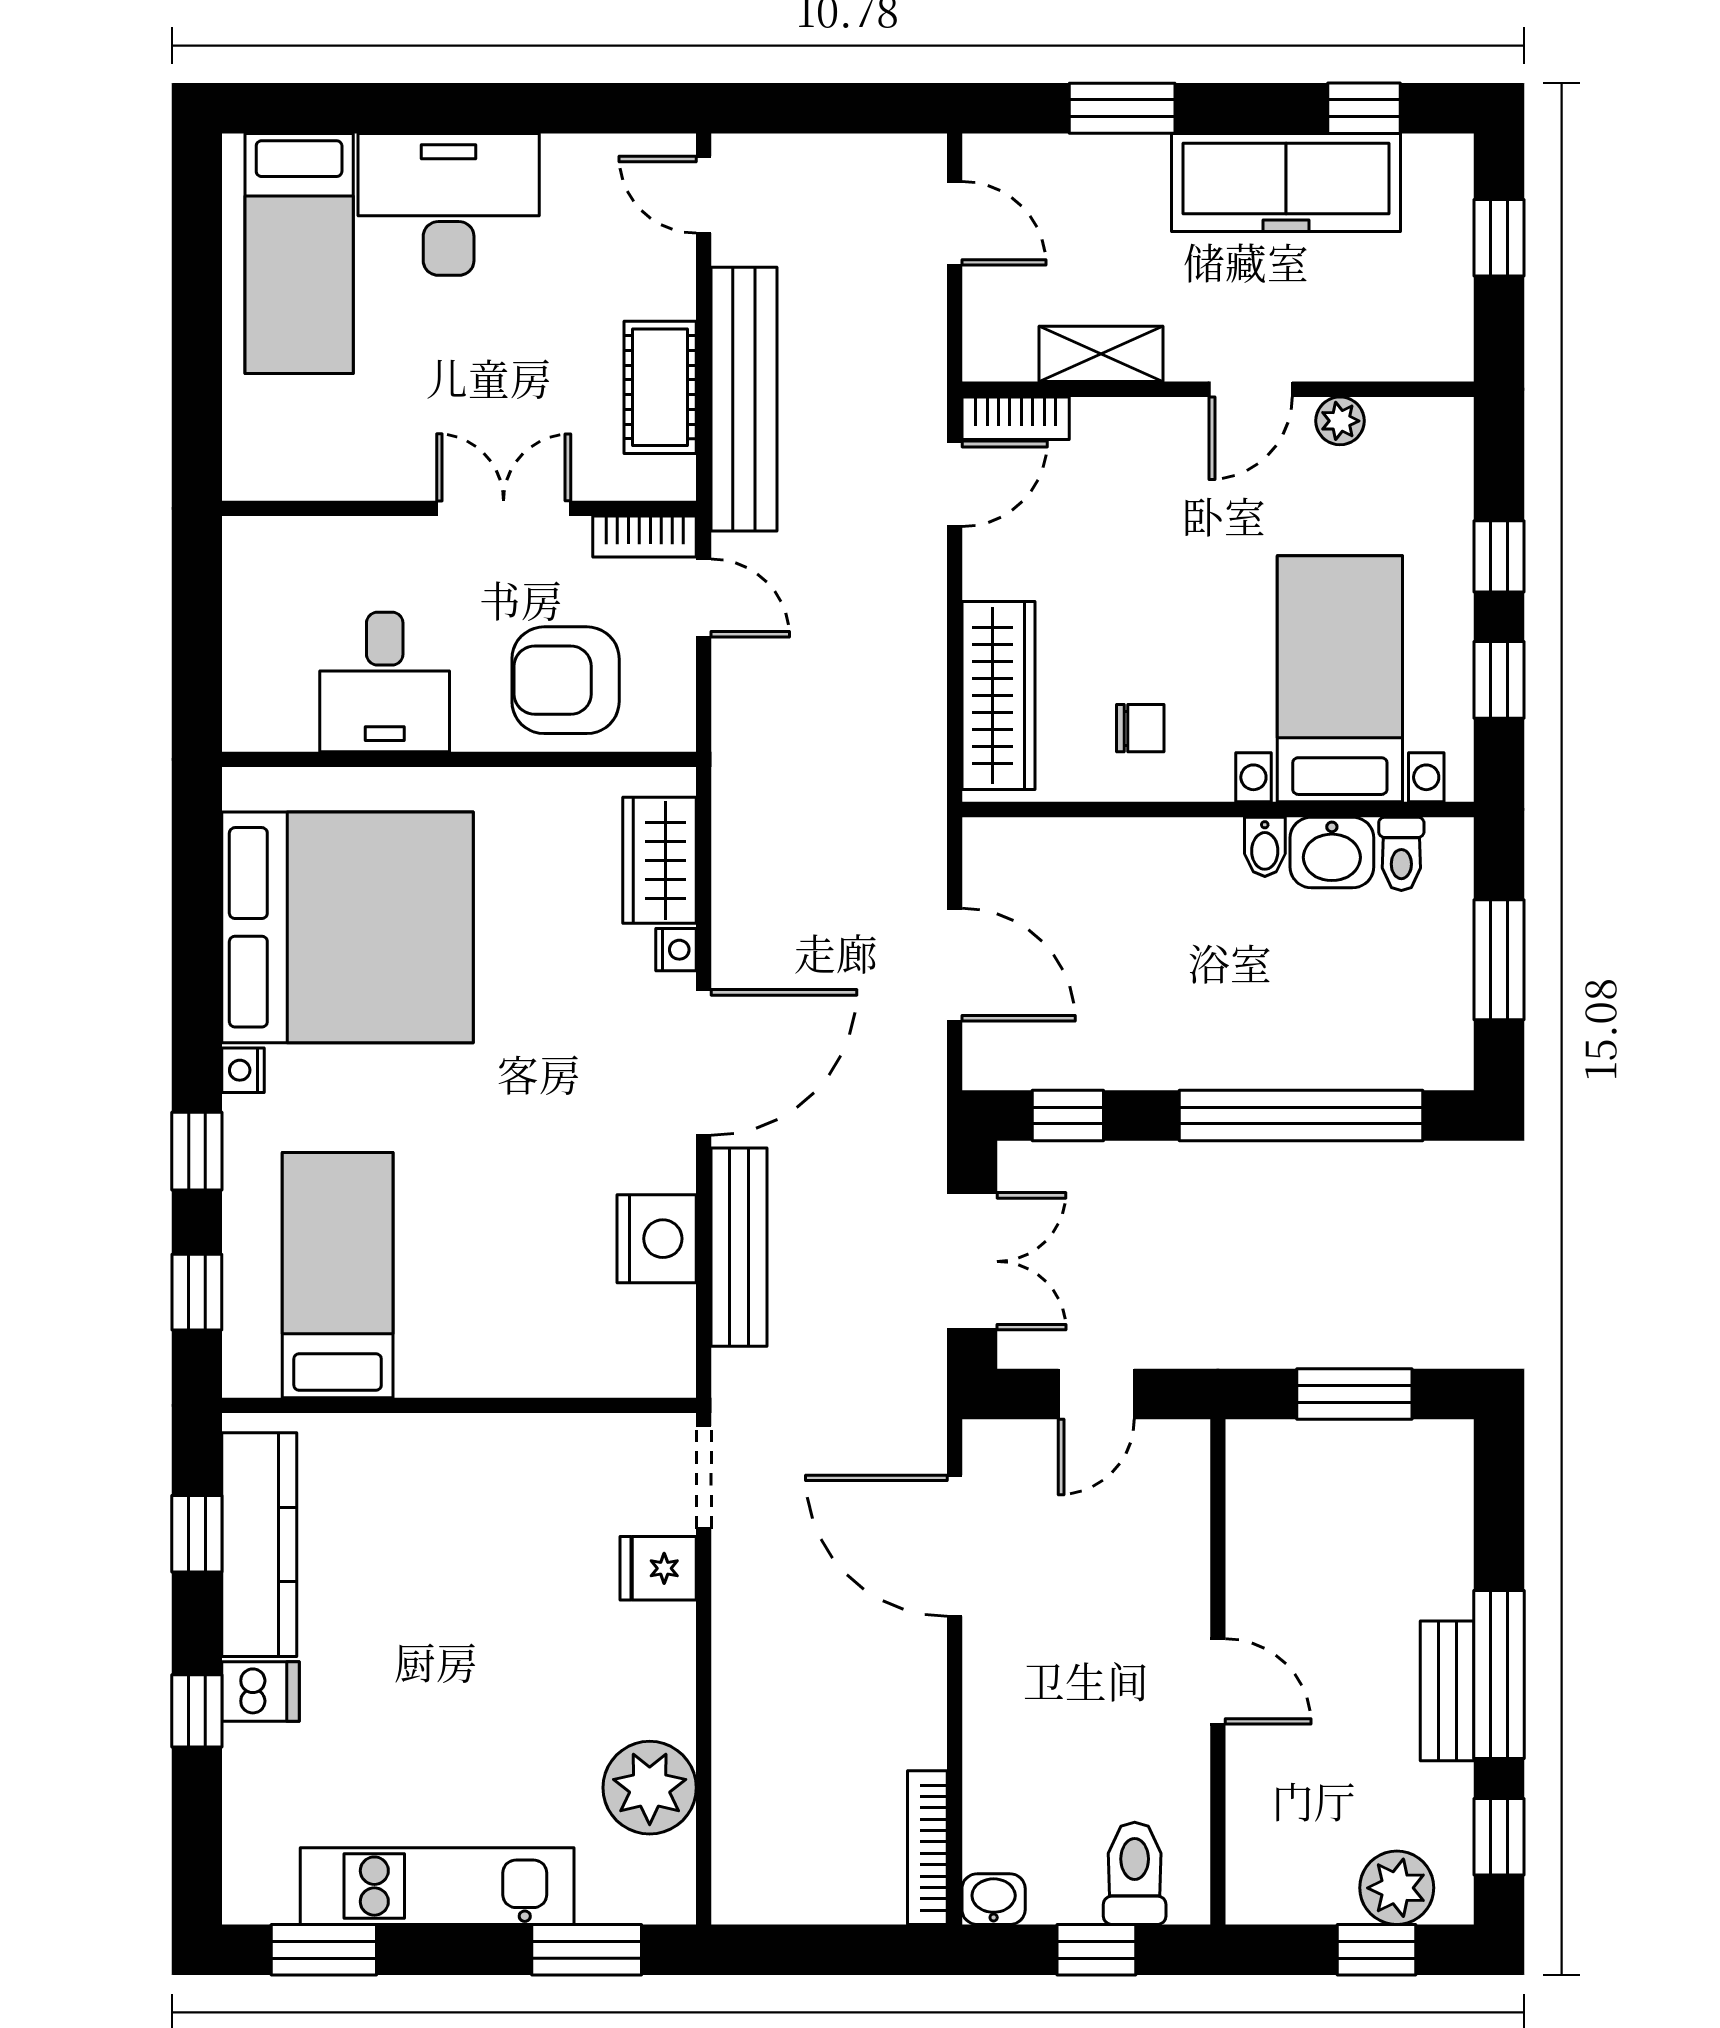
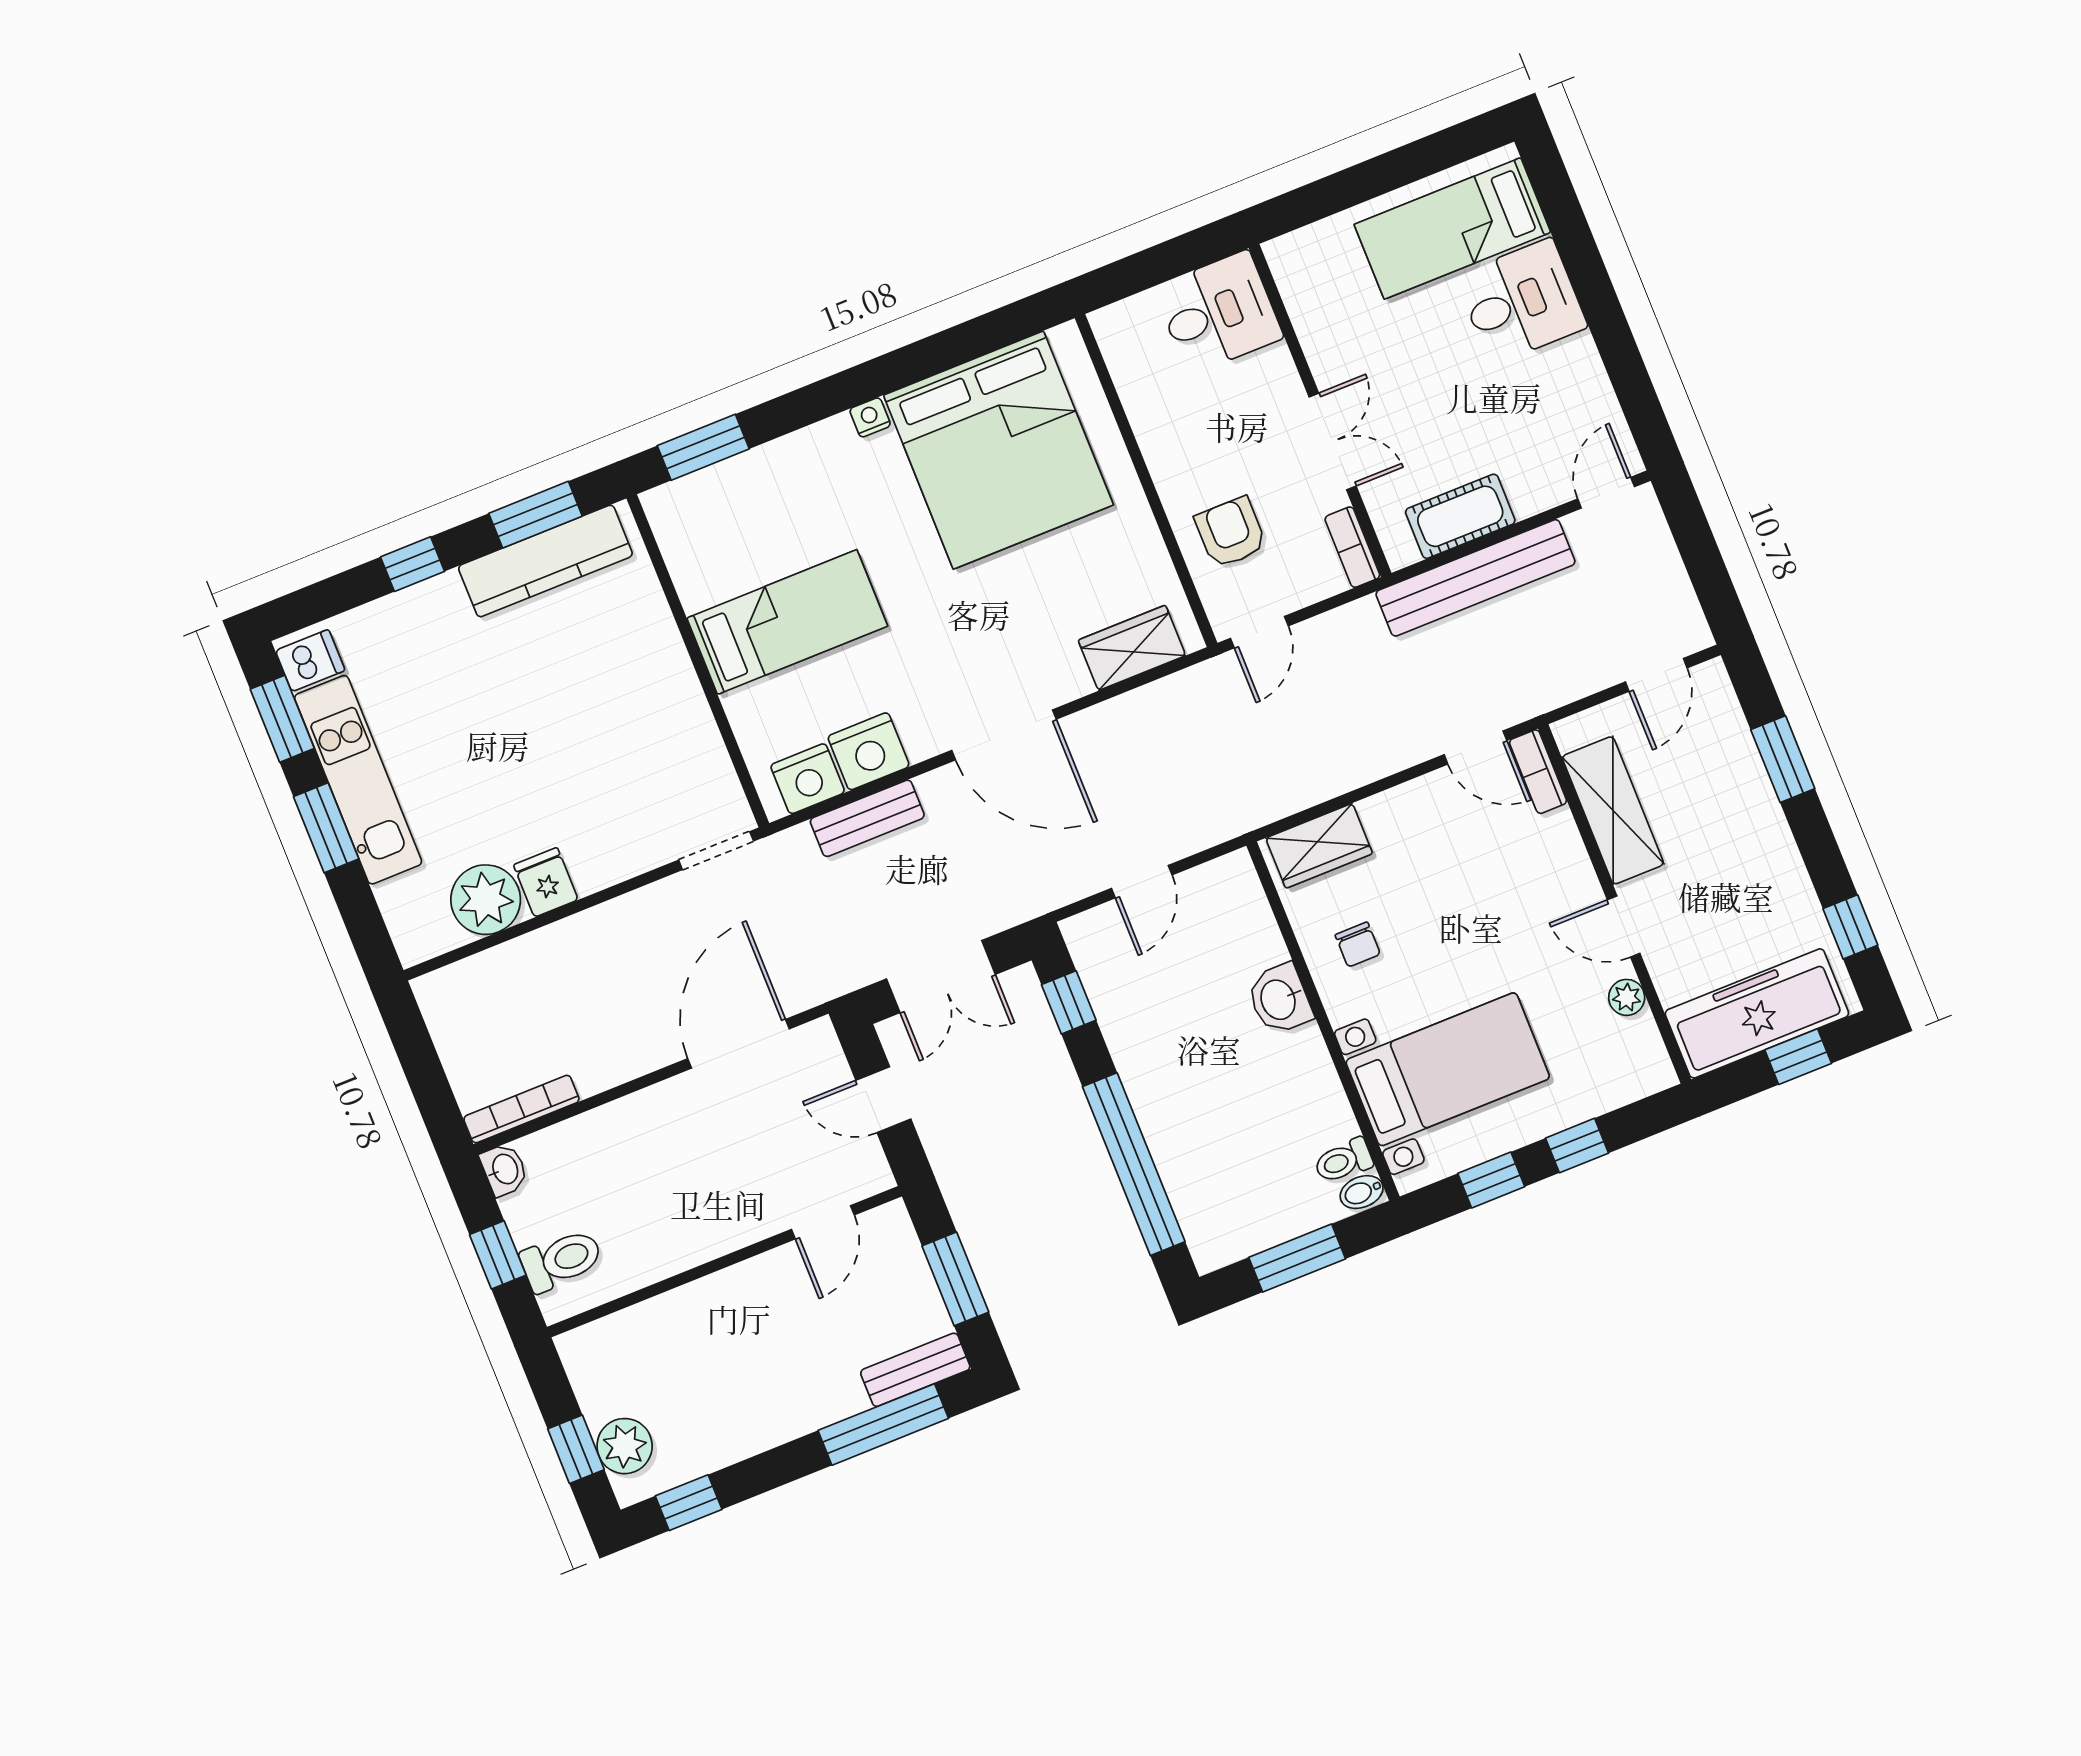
freezer: (1286, 182) -> (1757, 1013), moved, turned 90
desk: (449, 204) -> (1521, 301), width x0.73
shelving: (1101, 354) -> (1613, 810), width x1.50, depth x1.33
door: (704, 598) -> (1259, 632), moved
armchair: (566, 680) -> (1231, 532), width x0.72, depth x0.72
desk: (385, 682) -> (1218, 313), moved, turned 180
wardrobe: (998, 695) -> (1319, 846), width x0.67
bidet: (1265, 847) -> (1362, 1192), moved
washbasin: (1332, 852) -> (1279, 999), moved
nightstand: (676, 950) -> (808, 779), moved, width x1.89, depth x1.79
door: (955, 965) -> (1142, 882), width x0.73
window: (197, 1151) -> (801, 408), removed
bench: (739, 1247) -> (867, 818), width x0.73
bed: (338, 1275) -> (787, 622), moved
window: (197, 1292) -> (703, 447), width x1.50
window: (197, 1534) -> (535, 515), width x1.50
fridge: (658, 1568) -> (546, 882), moved
window: (1499, 1675) -> (883, 1424), moved
door: (1218, 1681) -> (823, 1222), moved
bench: (1447, 1691) -> (915, 1370), moved
dishwasher: (261, 1692) -> (310, 661), moved, turned -90
window: (587, 1950) -> (326, 828), moved

